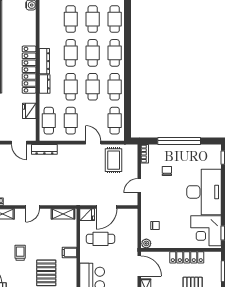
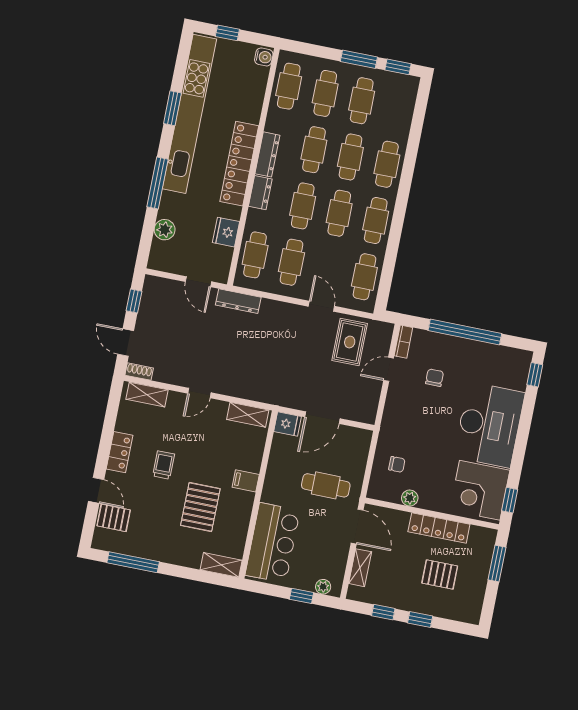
cafe table: (115, 19) -> (289, 86), moved
door: (139, 186) -> (389, 369), moved
cafe table: (100, 239) -> (326, 485), moved
plant: (146, 243) -> (410, 498), moved

